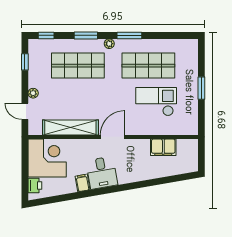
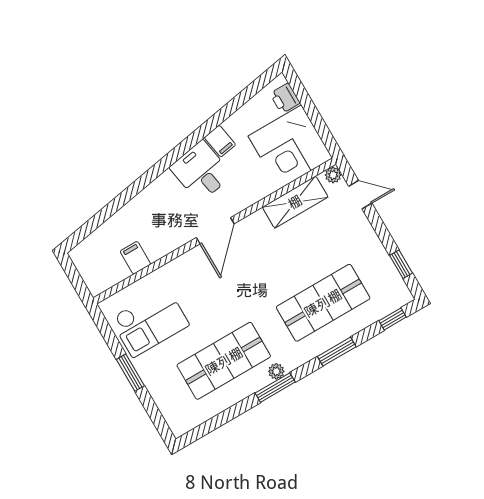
plant: (109, 44) -> (276, 371), moved
plant: (33, 93) -> (333, 175), moved
checkout: (156, 102) -> (150, 322), moved
shelving: (70, 127) -> (295, 202), width x0.68
filing cabinet: (163, 147) -> (135, 258), width x0.50

